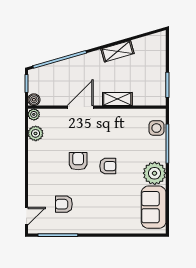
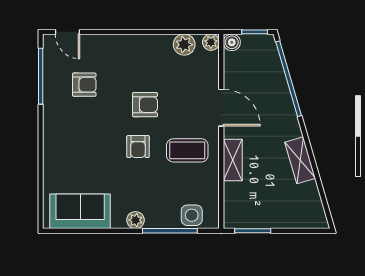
coffee table: (110, 131) -> (187, 150), added
plant: (155, 173) -> (136, 220), width x0.53, depth x0.53
armchair: (64, 204) -> (84, 85), turned 90

